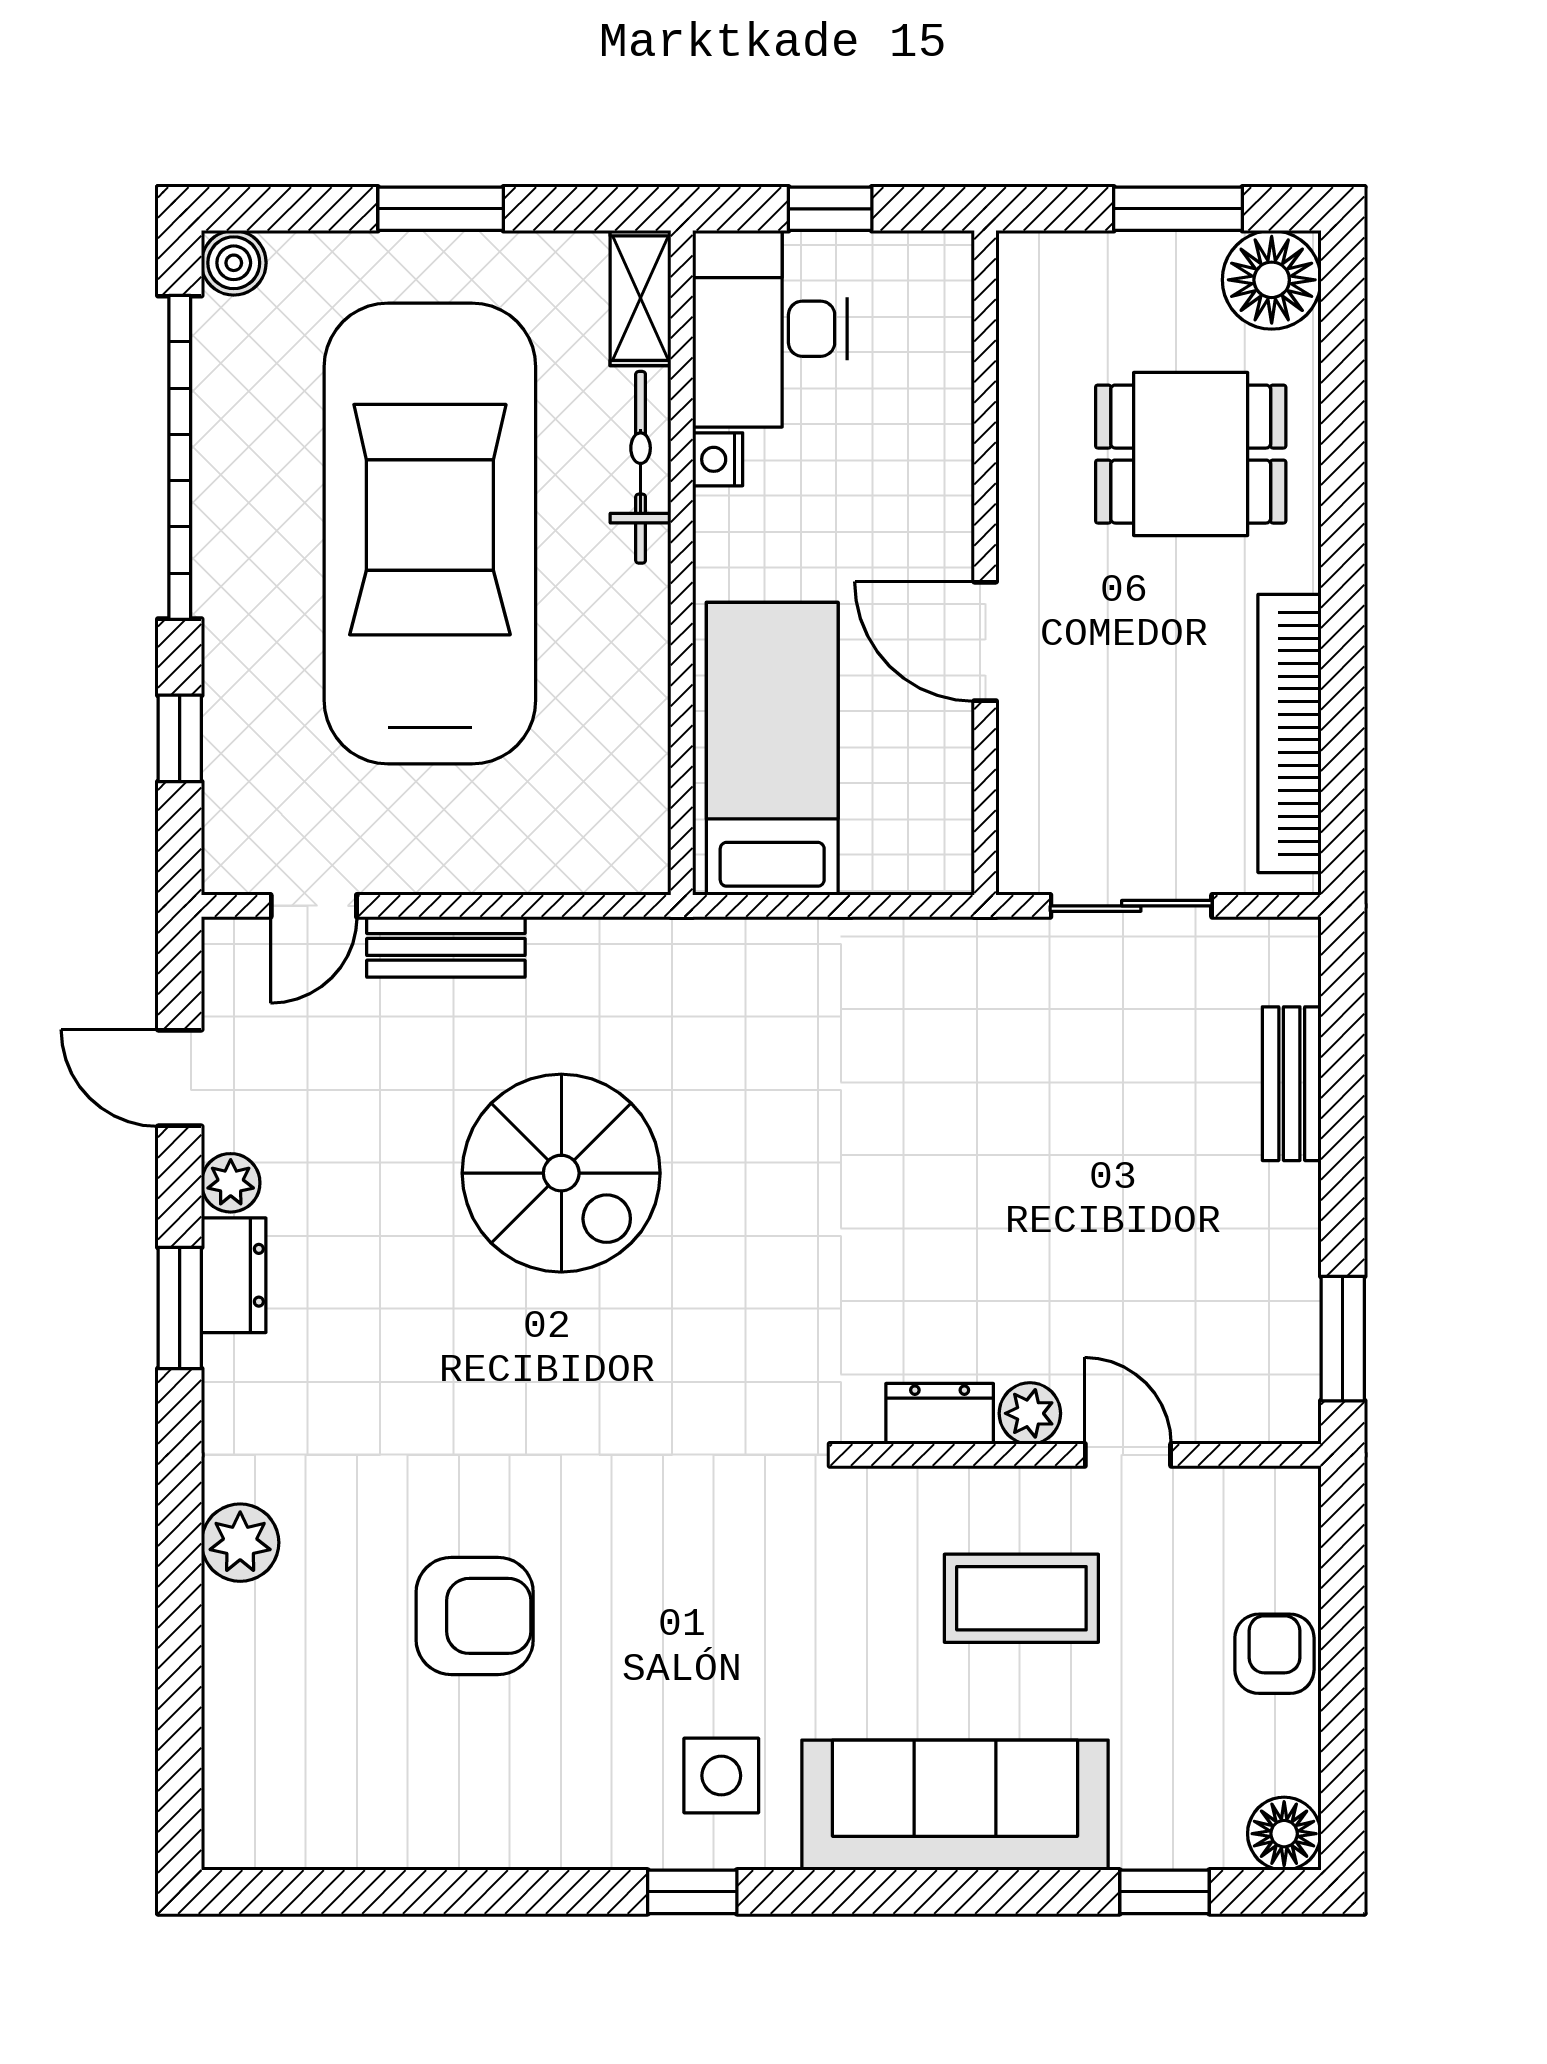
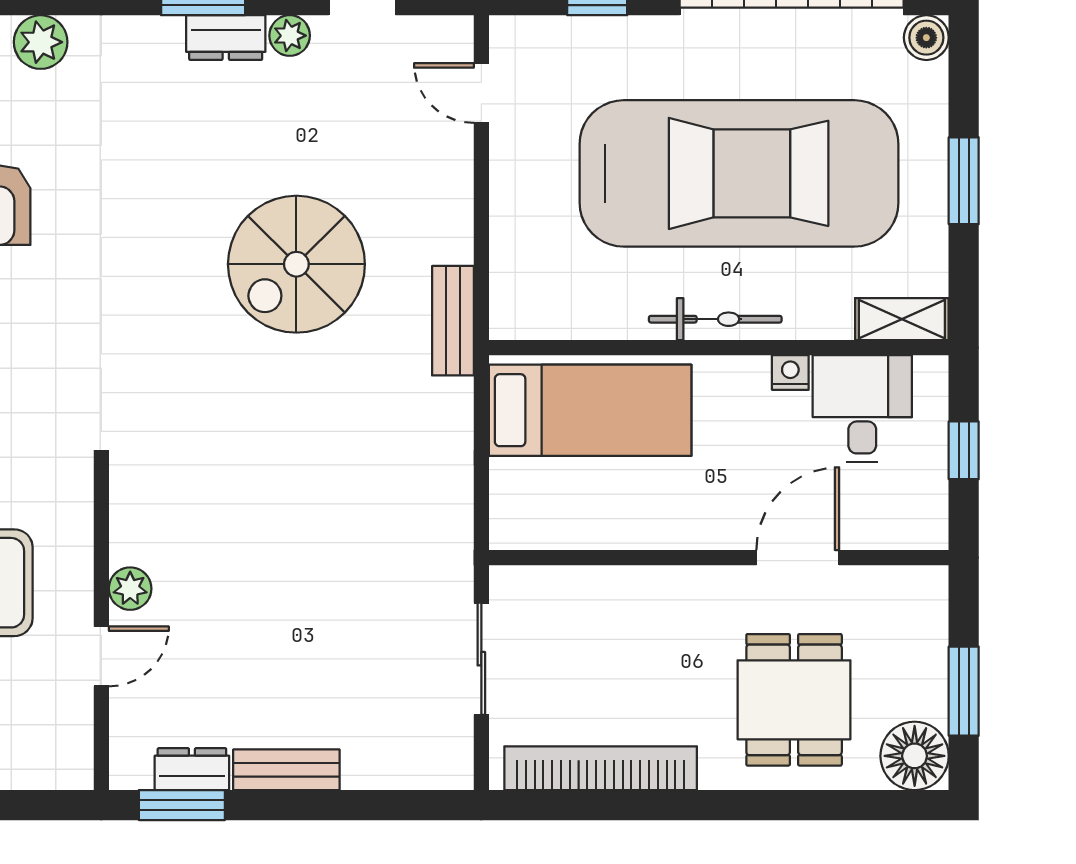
desk: (770, 329) -> (862, 409), width x0.73
bicycle: (641, 467) -> (715, 319), moved
door: (985, 641) -> (798, 558), moved
bench: (446, 947) -> (453, 321), moved
bench: (1292, 1084) -> (286, 770), moved
dresser: (940, 1414) -> (192, 769), moved, turned -90

